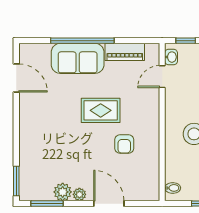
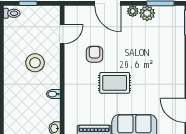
door: (162, 77) -> (62, 34), moved
bidet: (173, 188) -> (53, 94), moved

